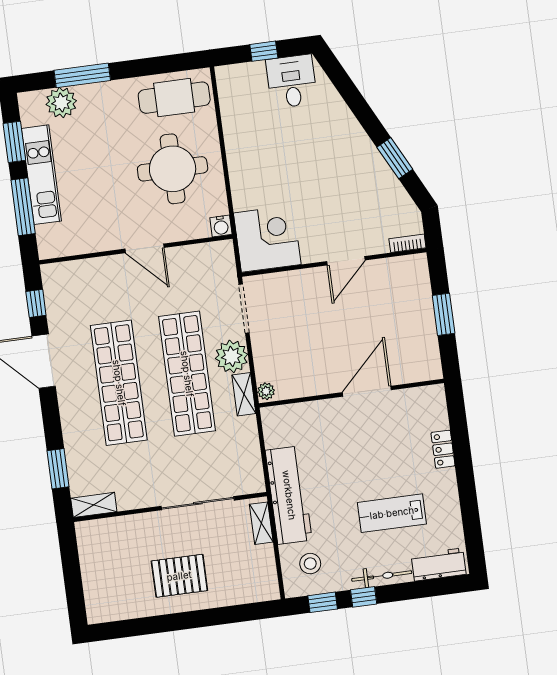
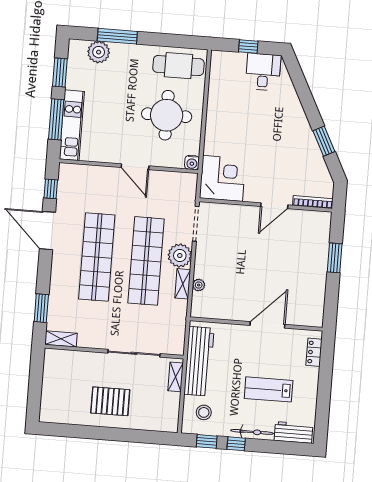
kitchen unit: (41, 175) -> (72, 125), moved
bookcase: (407, 243) -> (313, 202), width x1.56
door: (367, 391) -> (267, 325), moved
wall: (351, 393) -> (256, 324), moved

